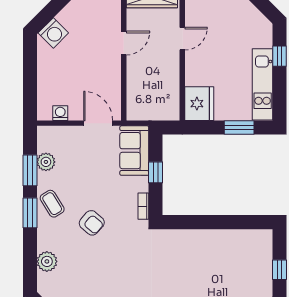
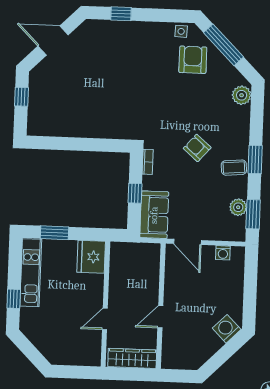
window: (30, 170) -> (253, 214), moved
coffee table: (52, 204) -> (234, 168), turned -63
plant: (47, 261) -> (242, 95), moved

